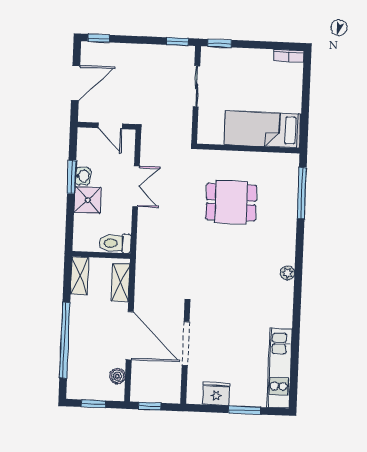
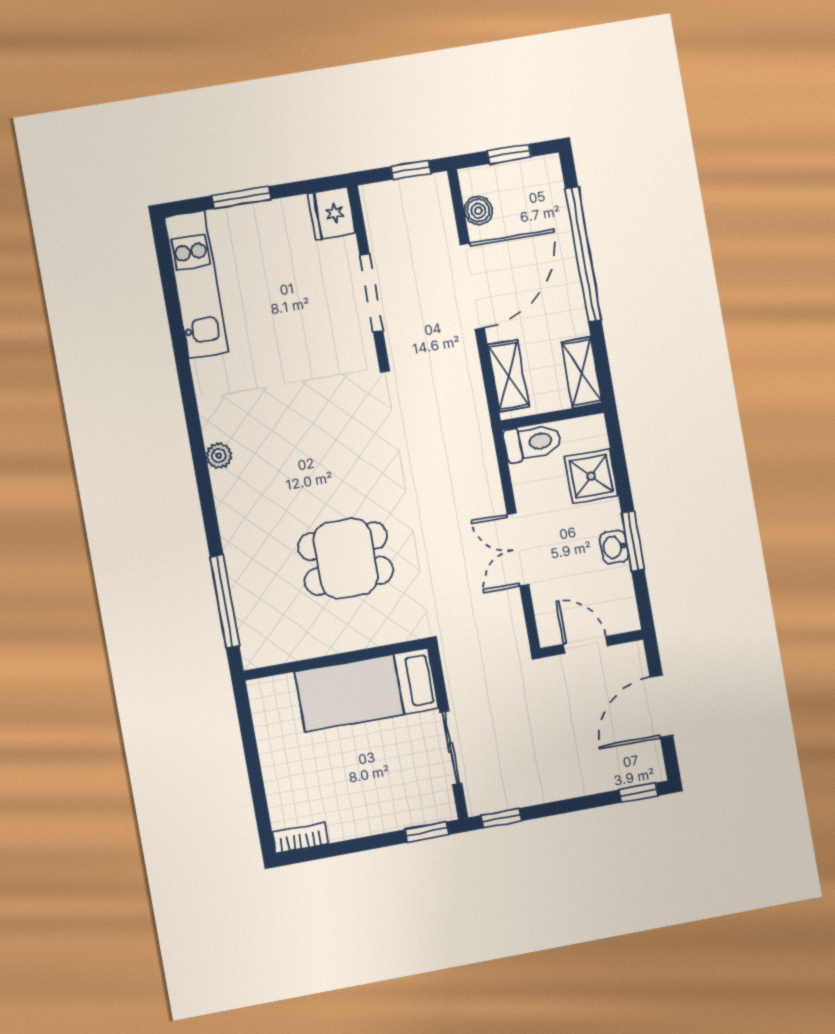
bed: (263, 129) -> (367, 690), moved, turned 180
shower: (88, 200) -> (591, 476), moved
door: (130, 336) -> (472, 286), swing flipped
fridge: (216, 394) -> (332, 213), moved, turned 90

